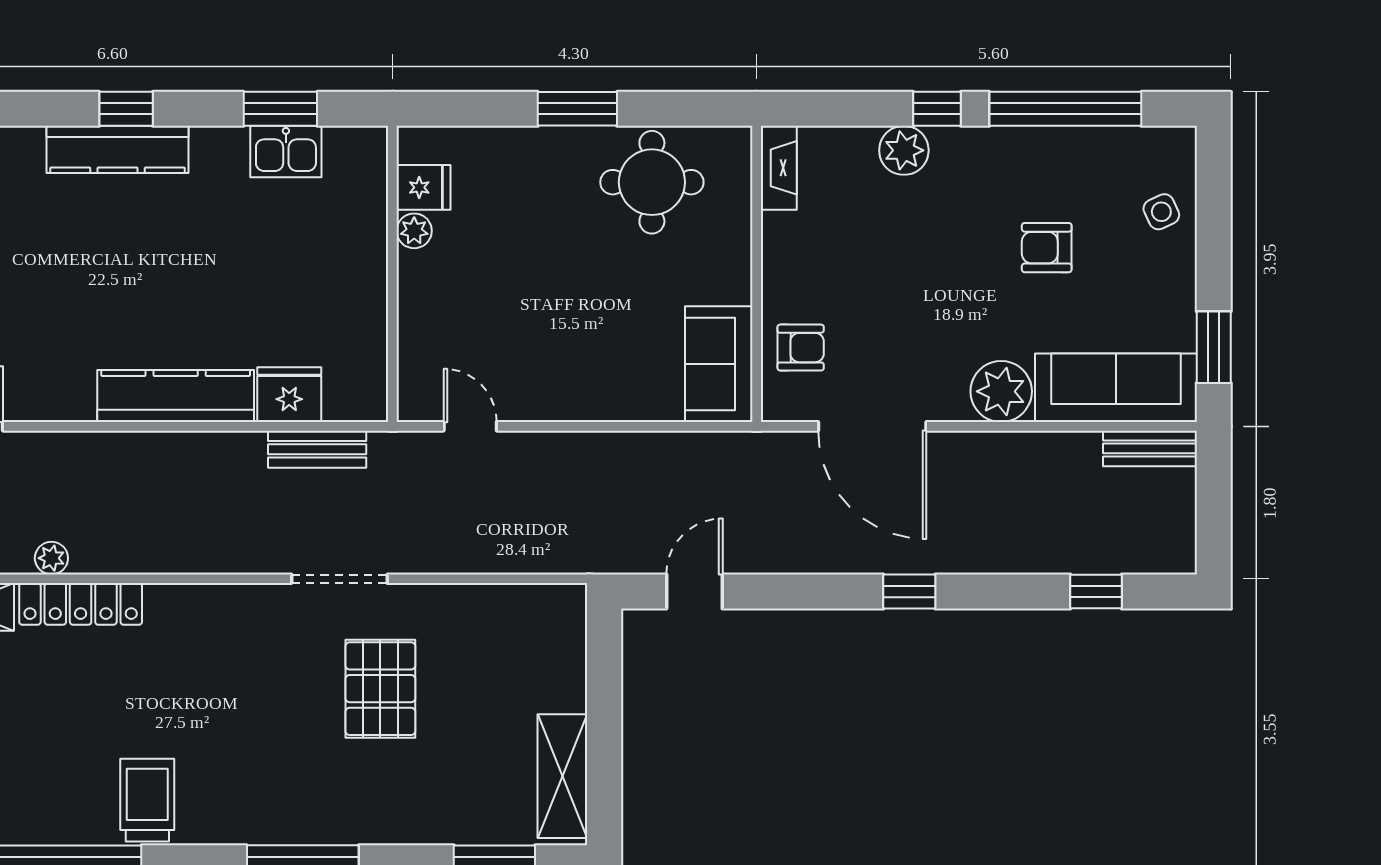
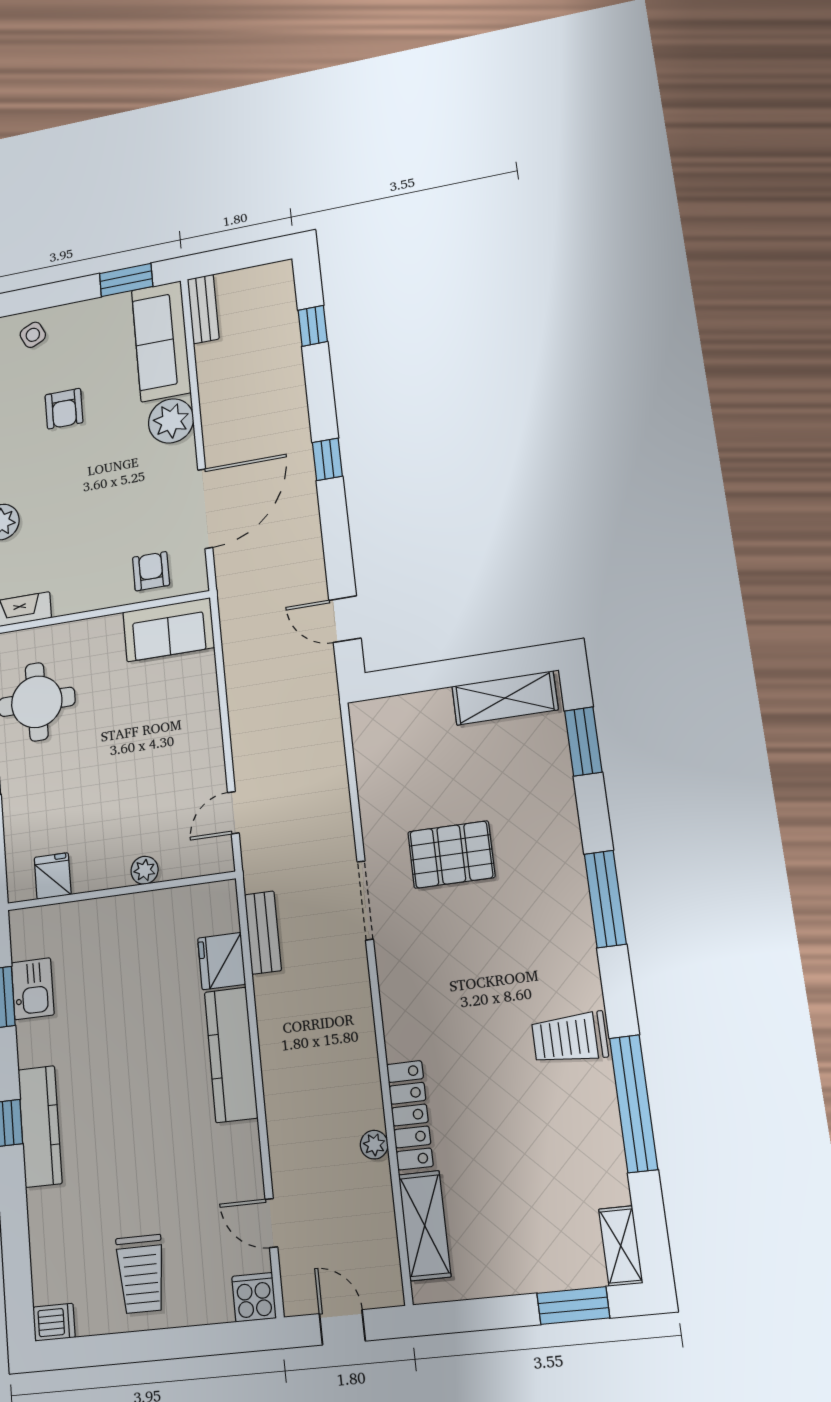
plant: (414, 231) -> (145, 870), moved

